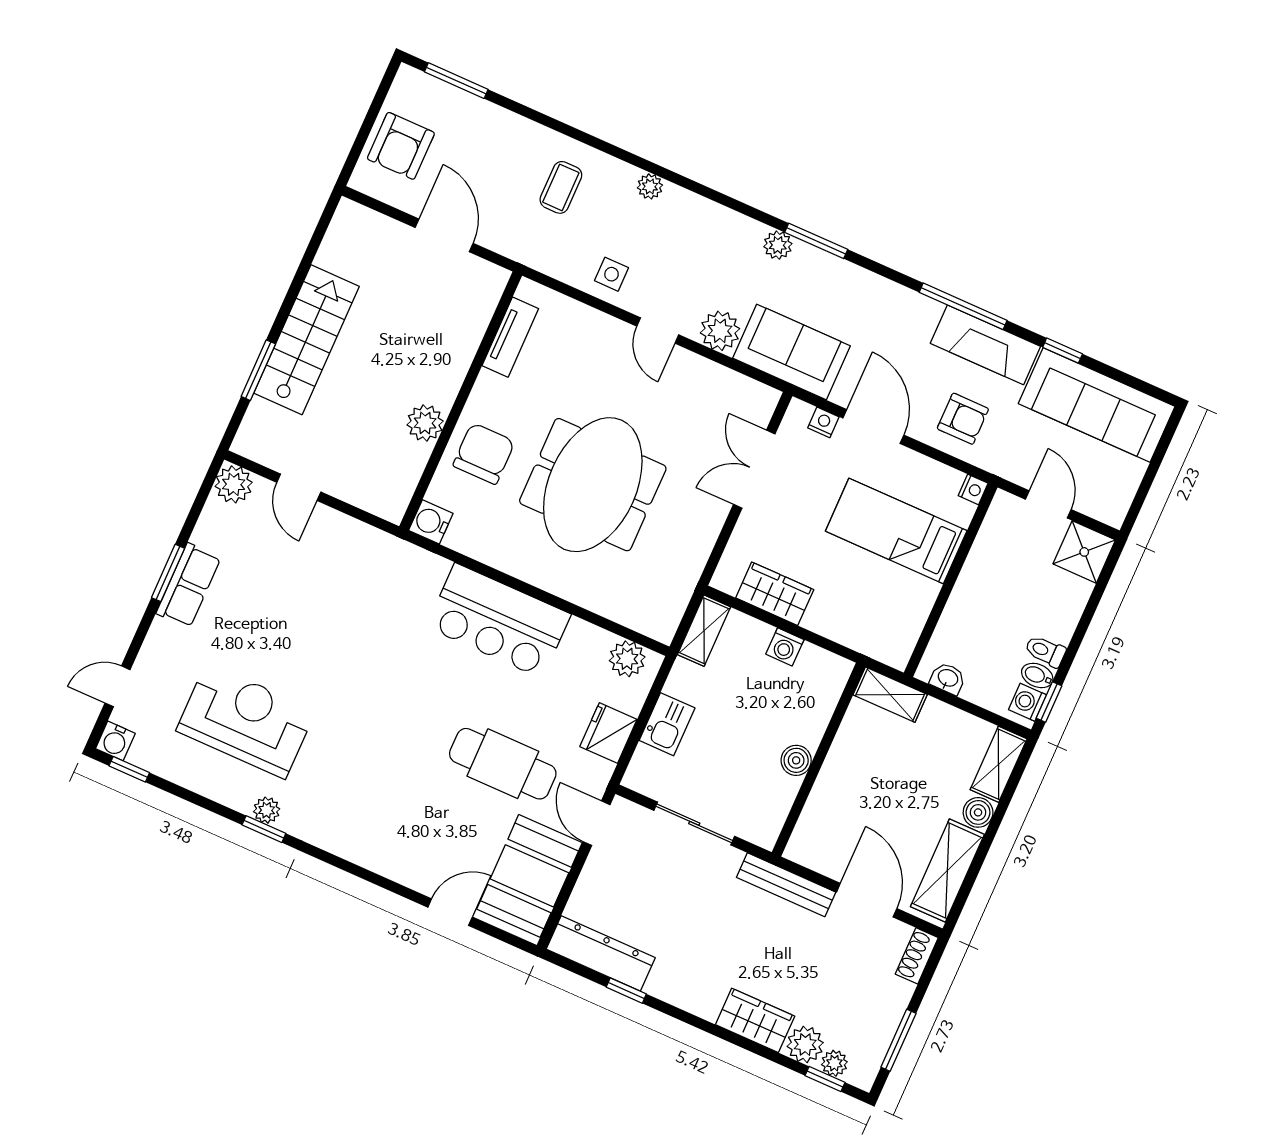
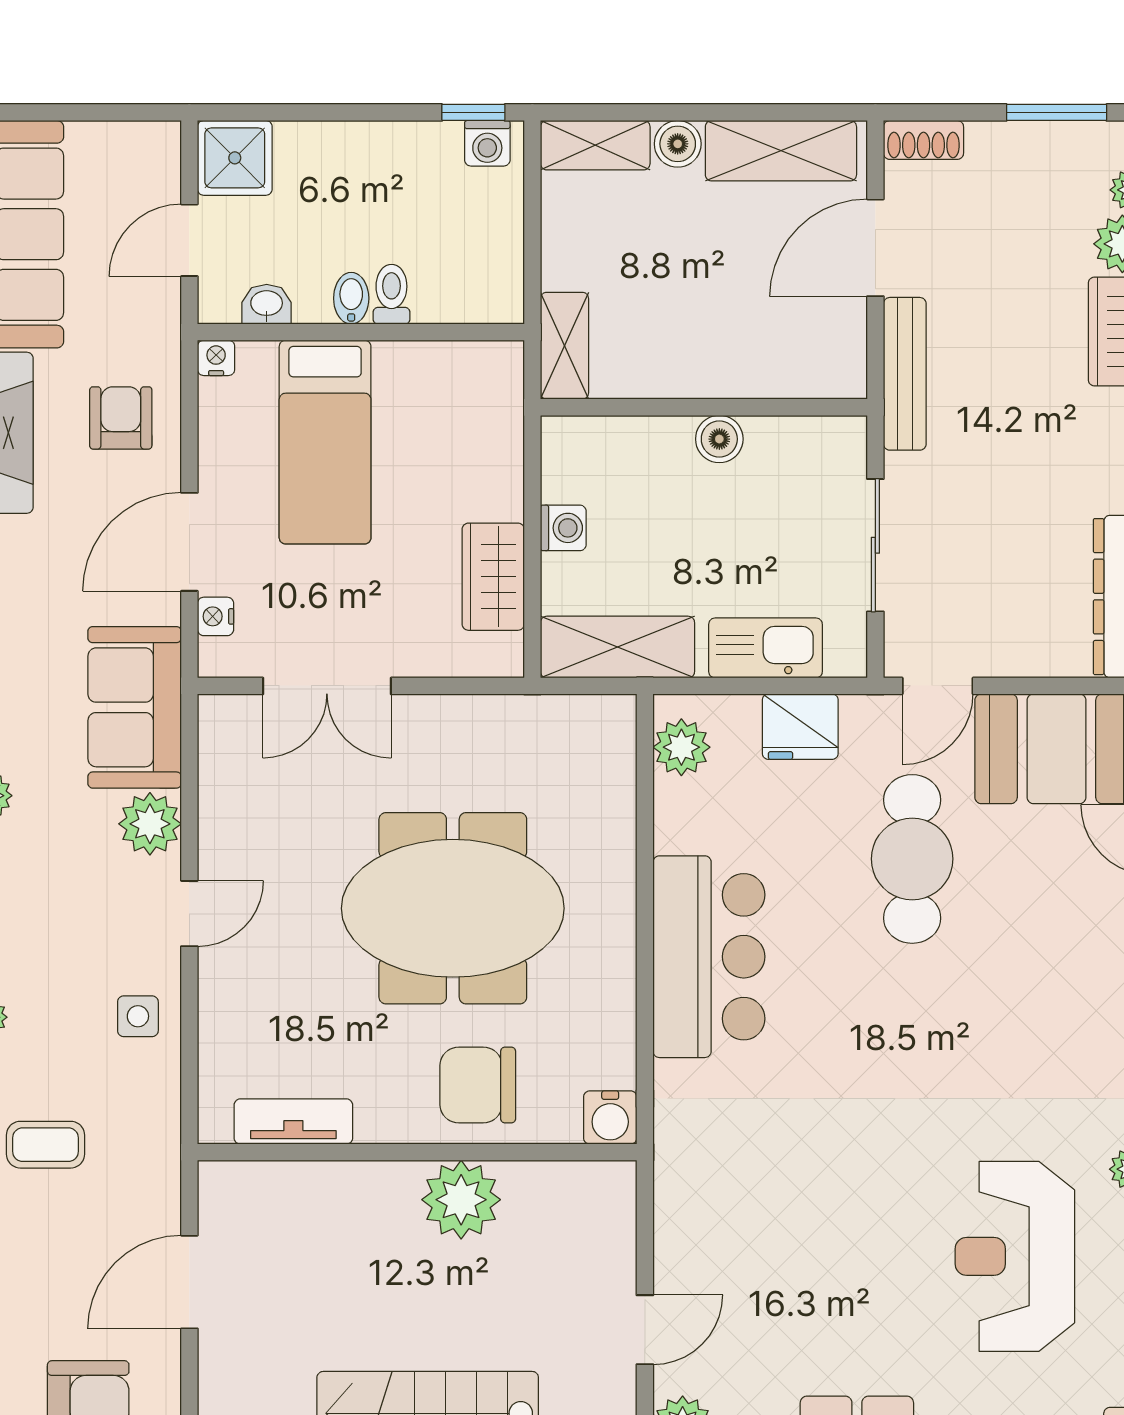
plant: (425, 423) -> (461, 1200), width x1.36, depth x1.36
shelving: (704, 631) -> (617, 647), width x1.50, depth x1.33
toilet: (1045, 651) -> (391, 294), moved, turned 180
bidet: (1037, 675) -> (351, 298), moved, turned 180
washbasin: (948, 679) -> (267, 304), moved, turned 90
kitchen sink: (667, 724) -> (766, 648), width x1.38

